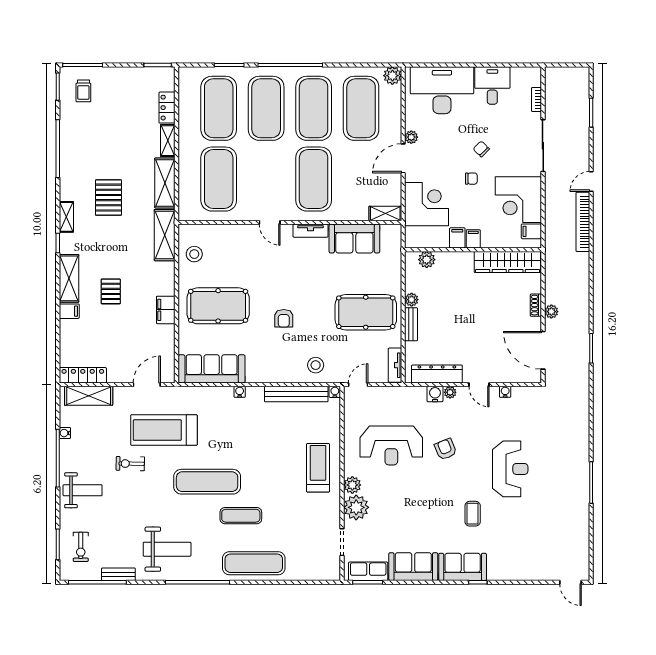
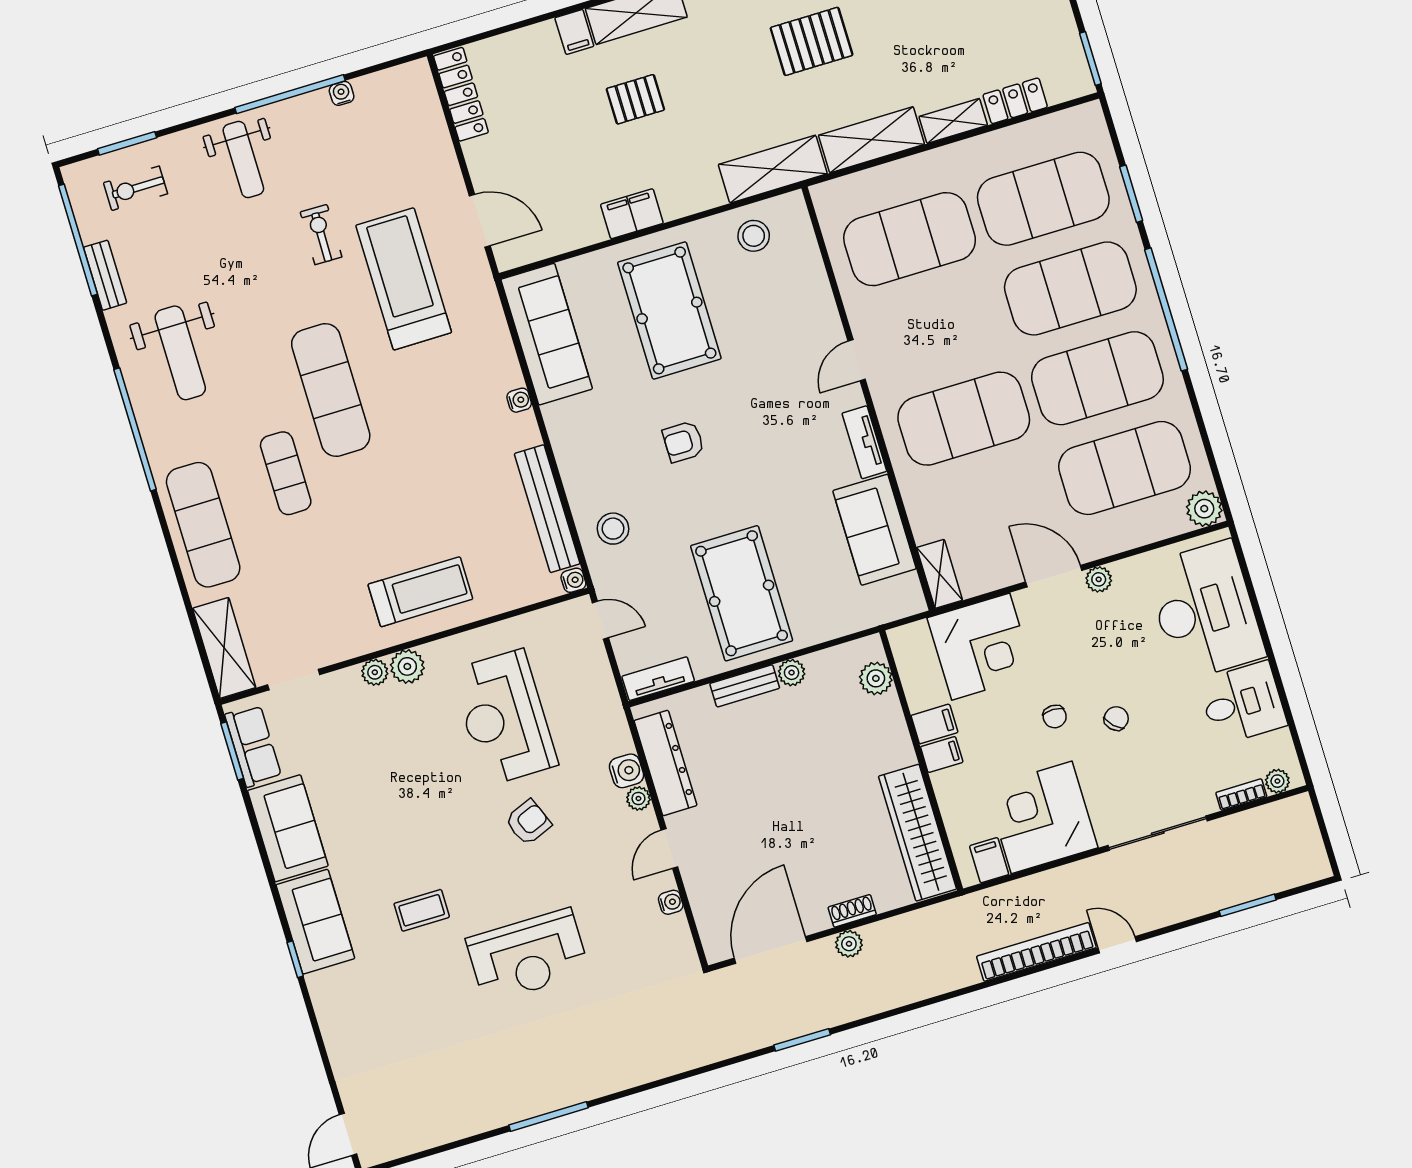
plant: (535, 80) -> (1277, 781), added
shelving: (89, 396) -> (224, 648), moved
plant: (356, 507) -> (375, 672), width x0.53, depth x0.53

